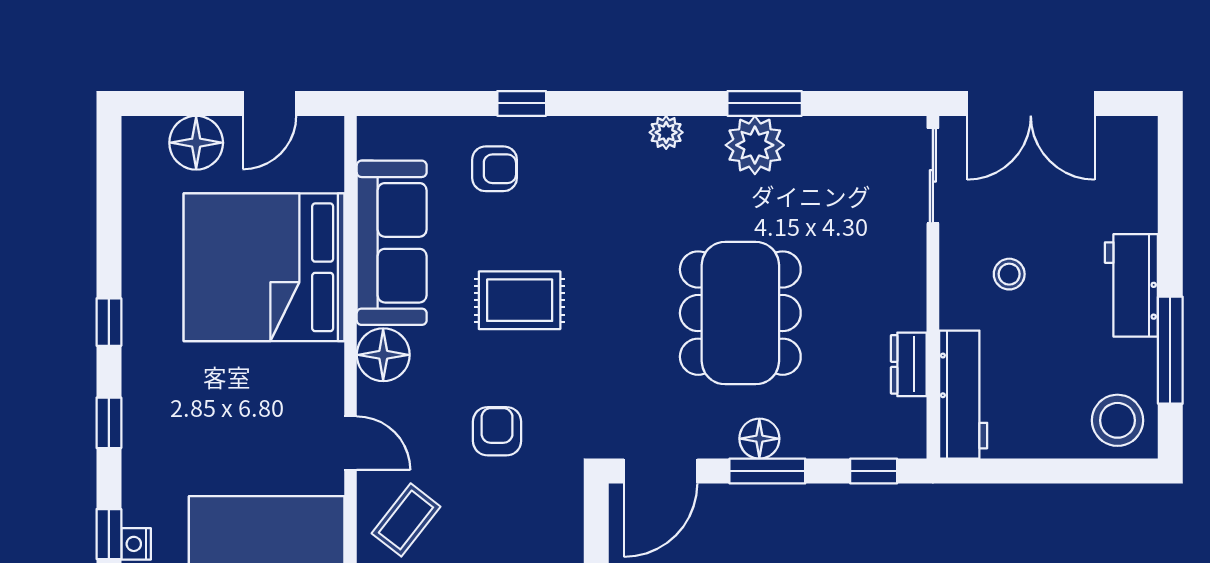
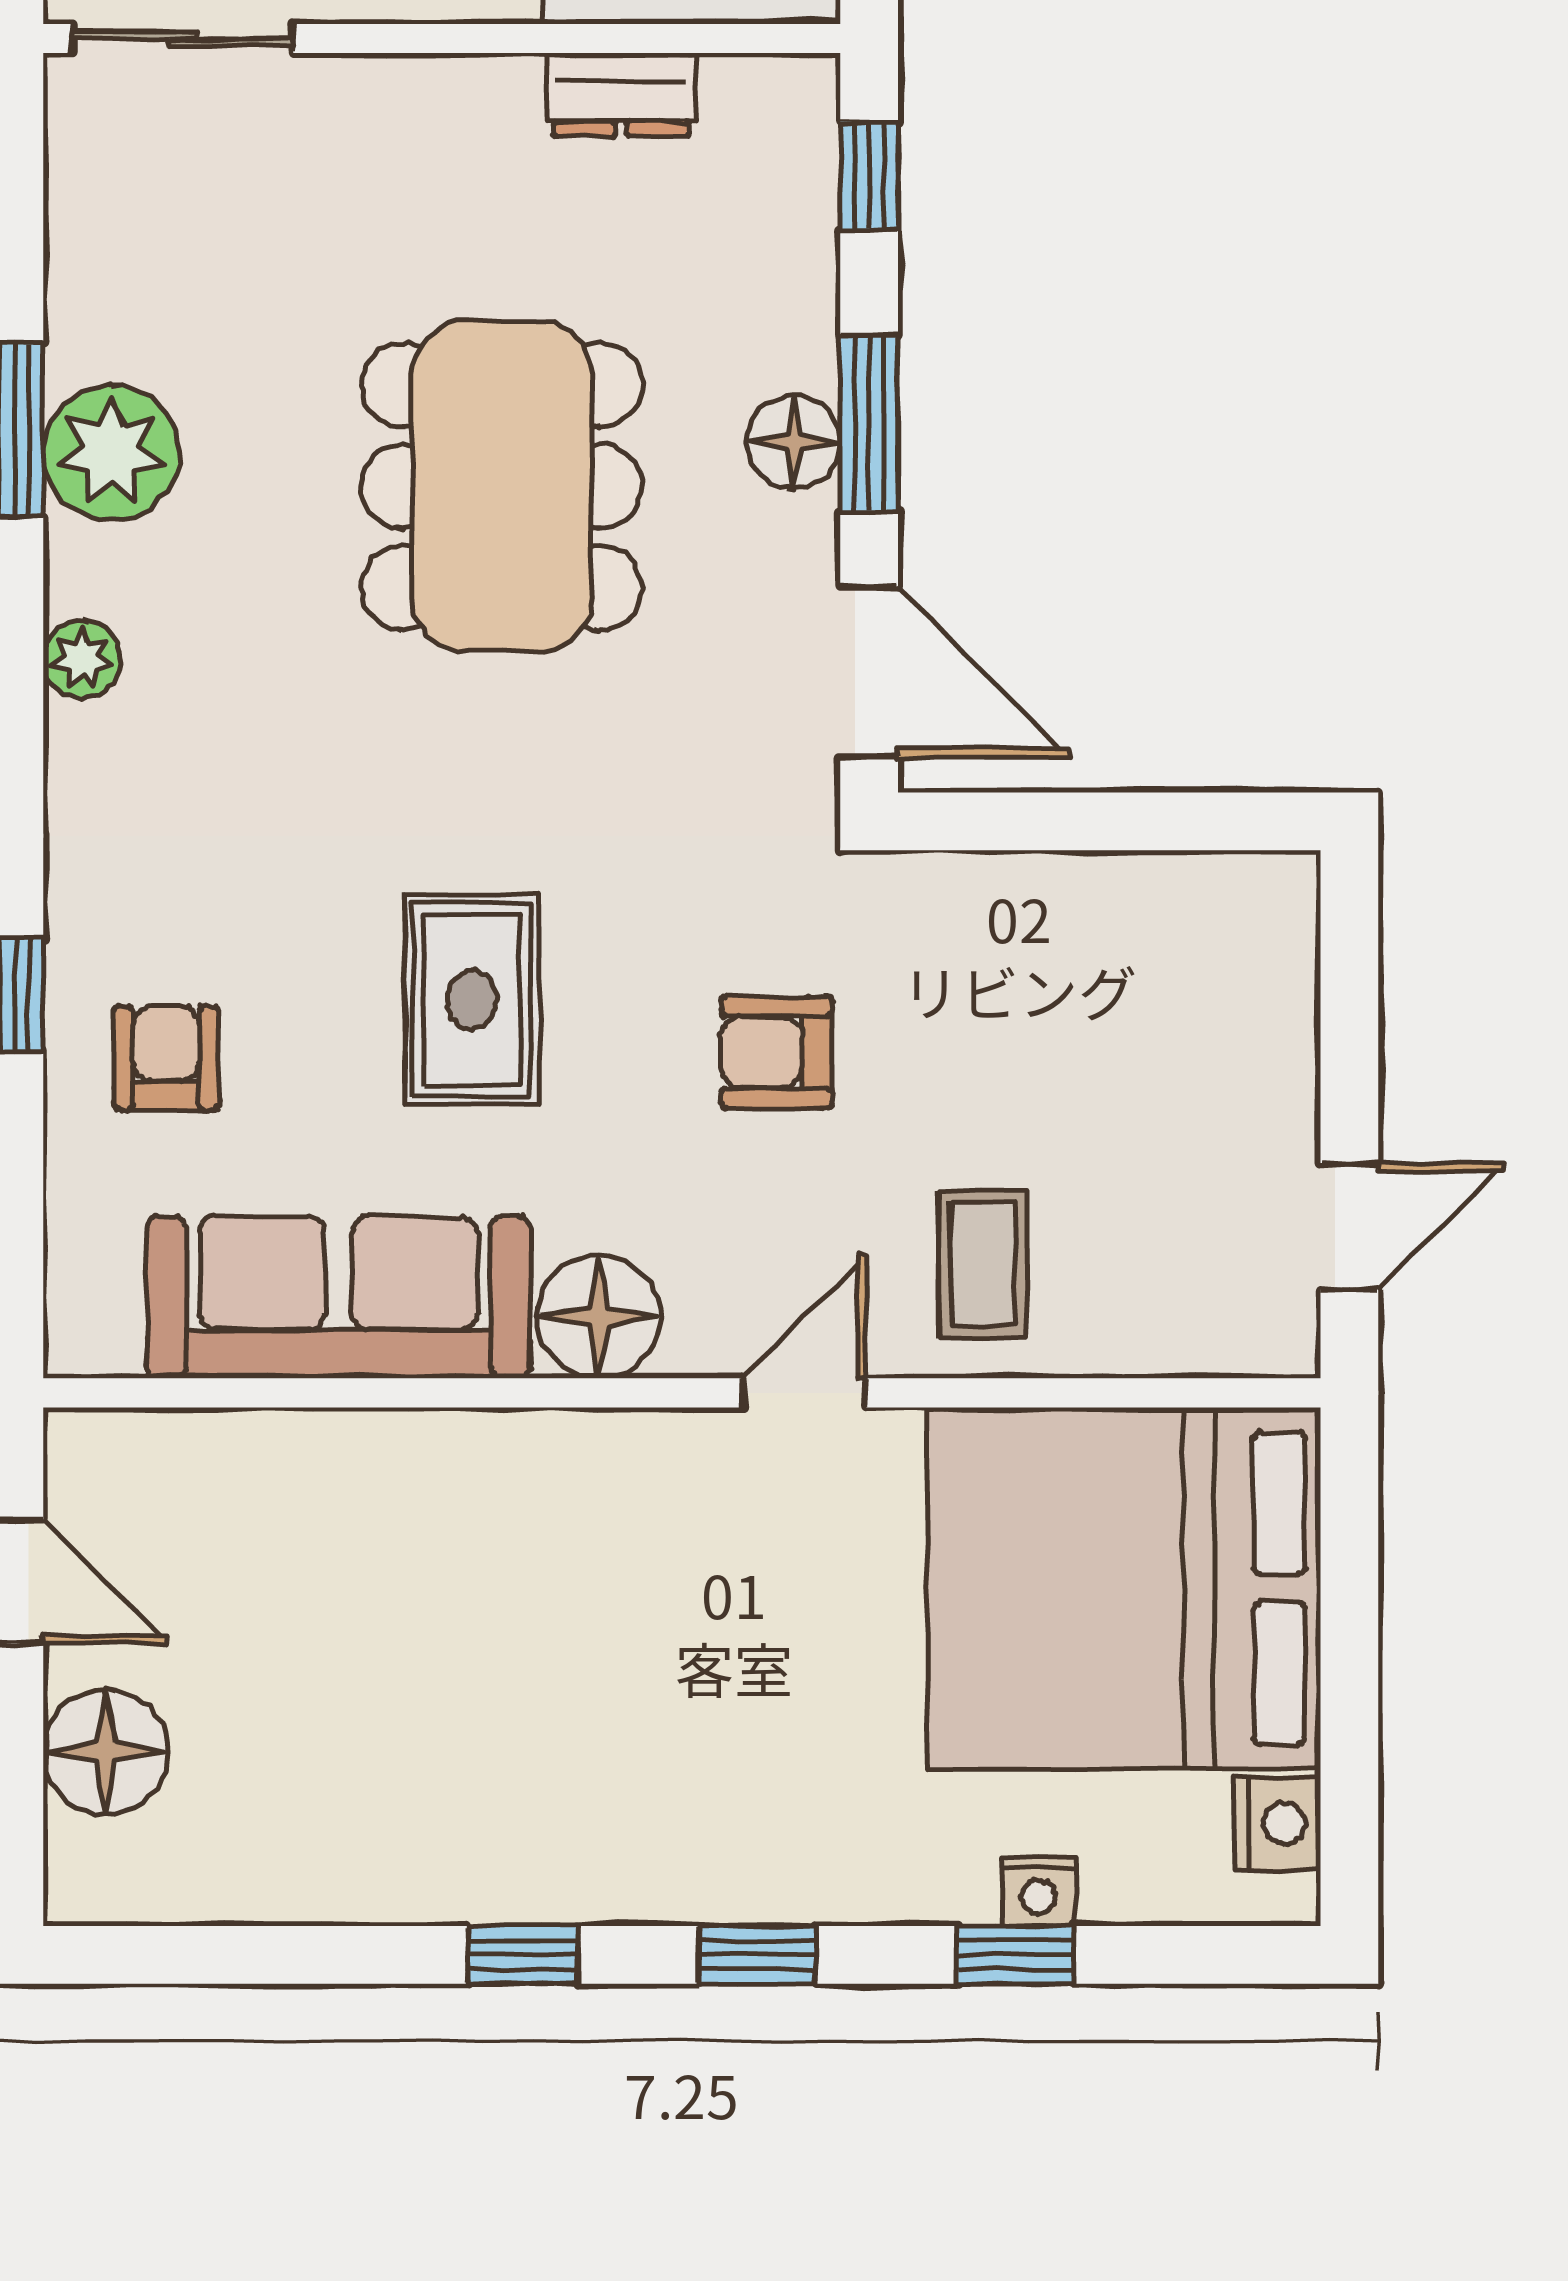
bed: (264, 267) -> (395, 1594), removed
dining table: (740, 313) -> (502, 486), turned 90
coffee table: (406, 520) -> (983, 1264), turned 52

